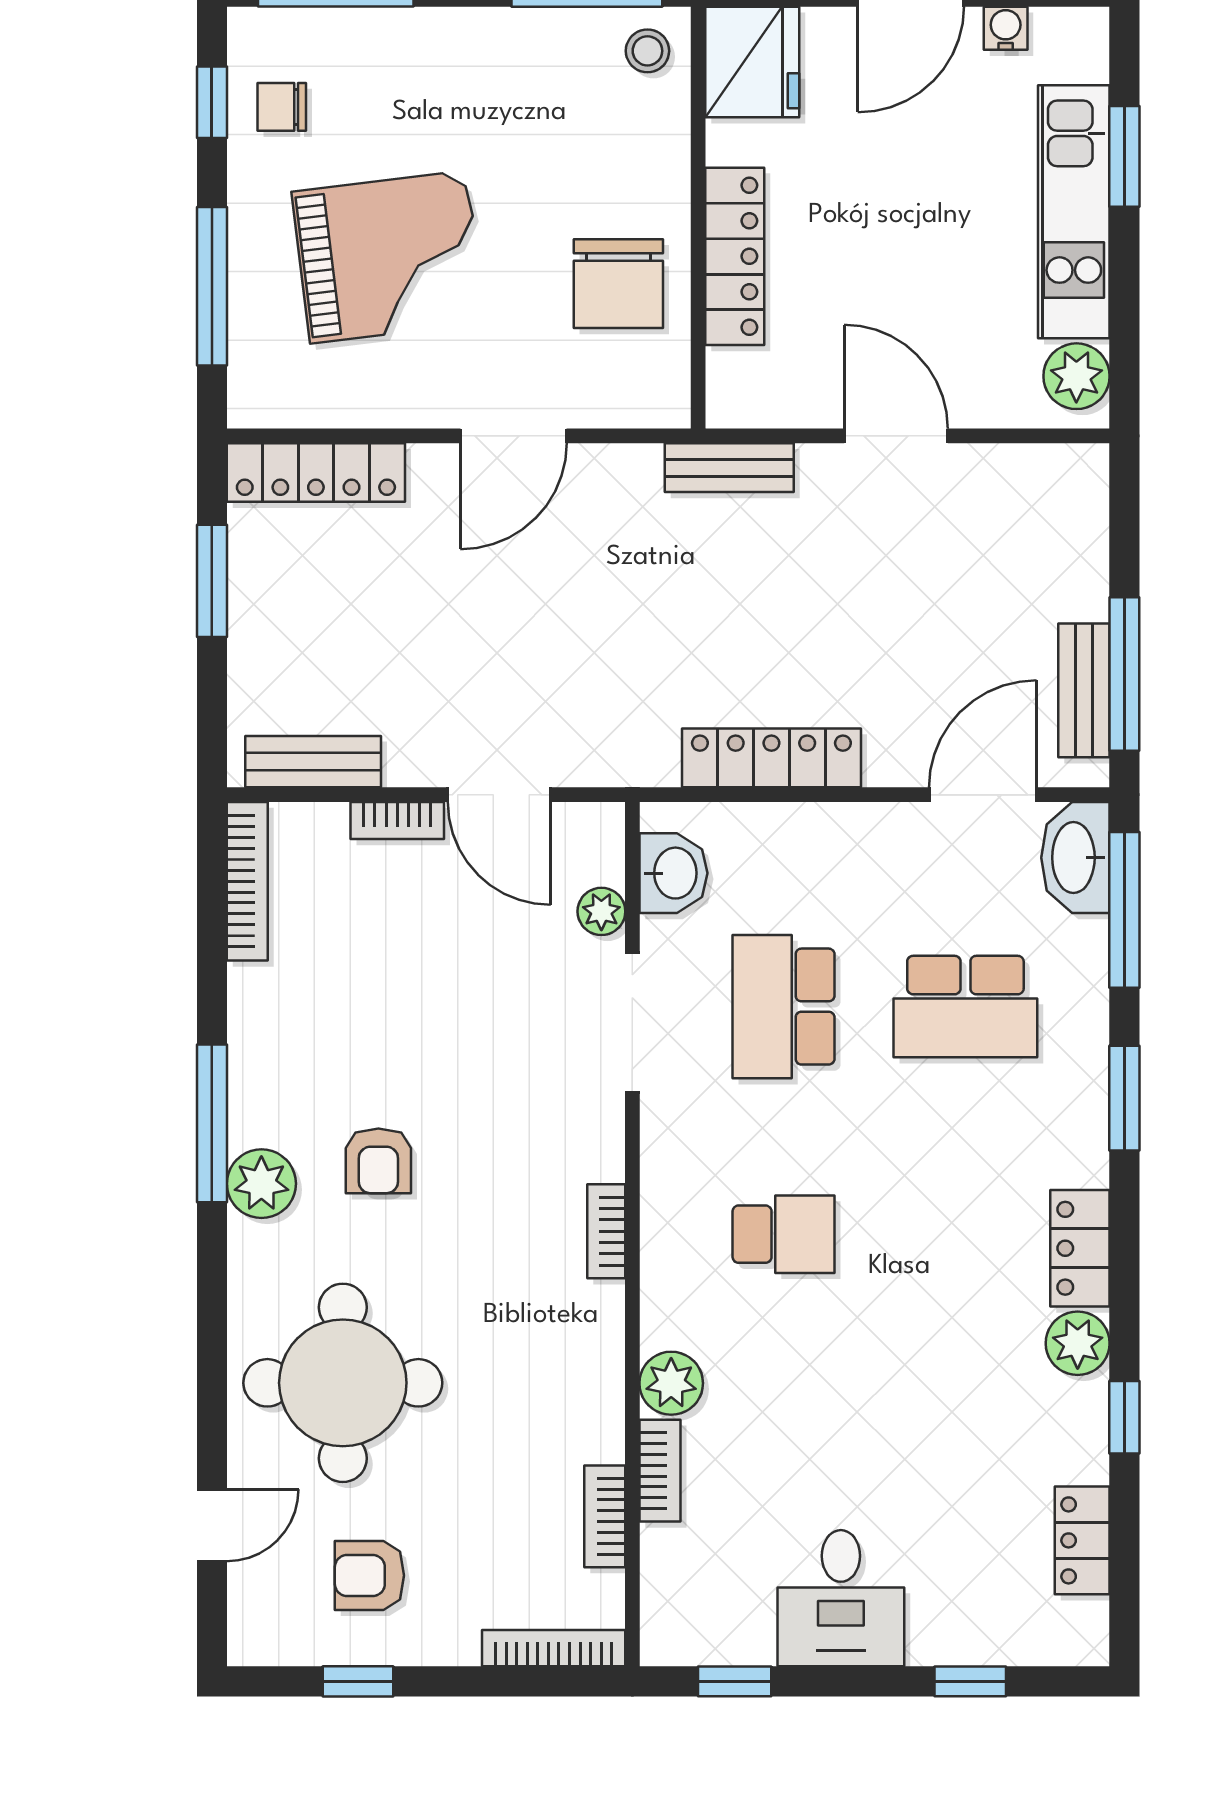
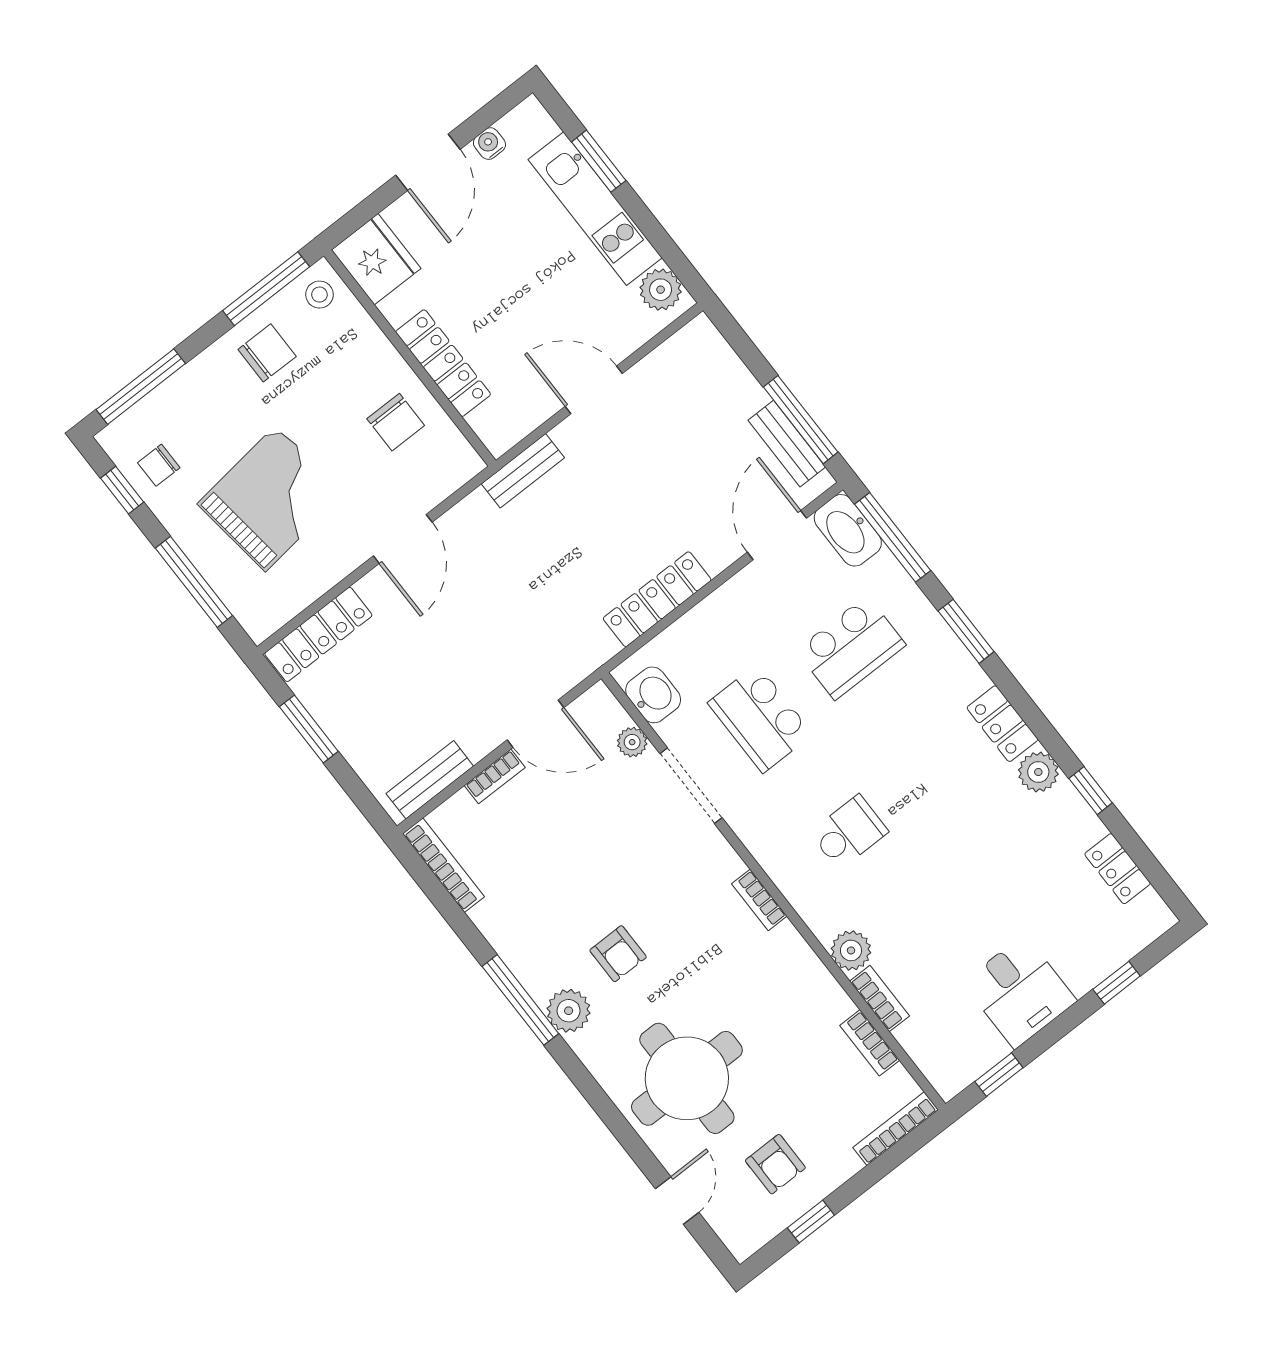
chair: (526, 72) -> (267, 353), added
chair: (618, 284) -> (396, 422), width x0.73, depth x0.73
armchair: (369, 1575) -> (775, 1164), turned -90

